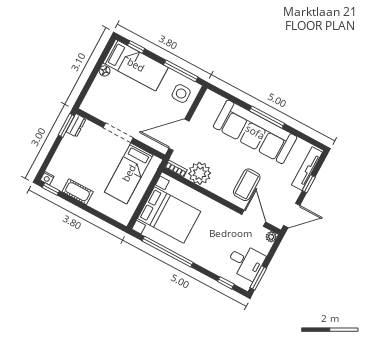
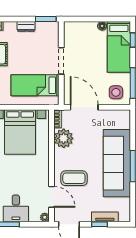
dresser: (76, 125) -> (26, 26), moved
tv unit: (307, 169) -> (105, 217), width x0.71
door: (254, 218) -> (52, 197), hinge flipped

